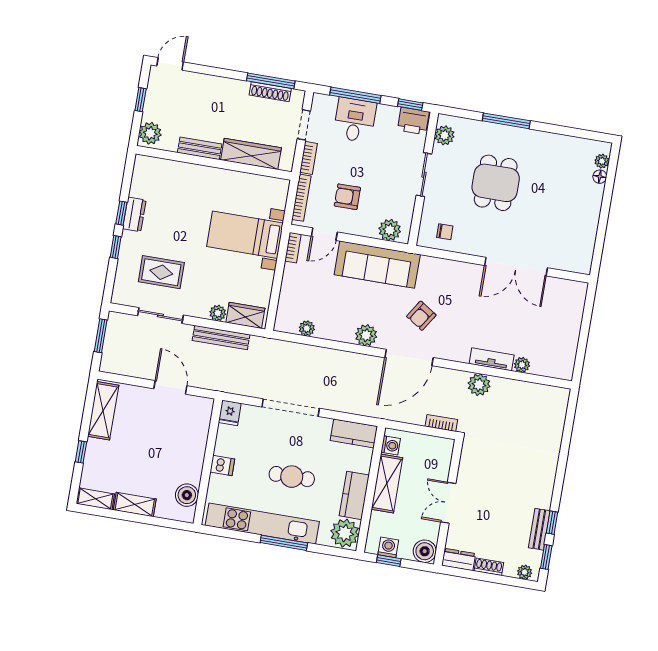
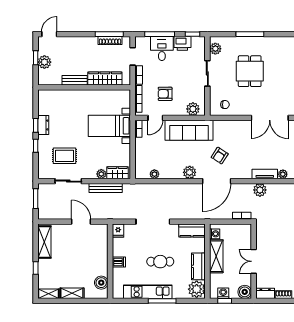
printer: (413, 121) -> (182, 43), moved
plant: (150, 133) -> (44, 62), moved
kitchen unit: (262, 524) -> (148, 292), width x0.73

